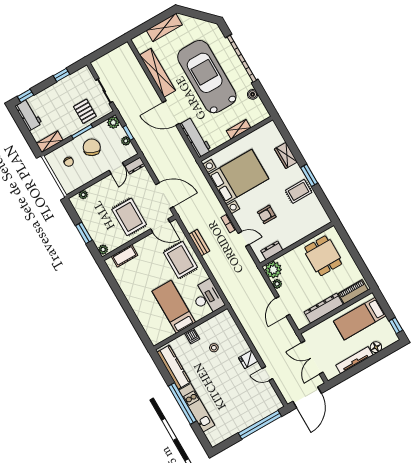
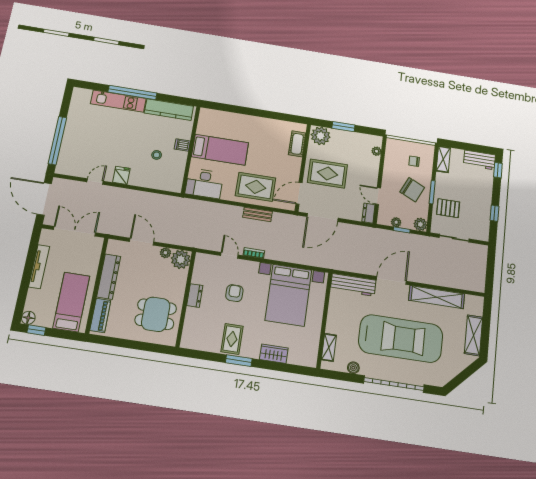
shelving: (239, 129) -> (329, 347), moved
door: (244, 239) -> (229, 255), swing flipped
plant: (103, 250) -> (321, 136), width x1.88, depth x1.88
dresser: (272, 250) -> (195, 296), moved
floor lamp: (376, 347) -> (28, 318), moved

